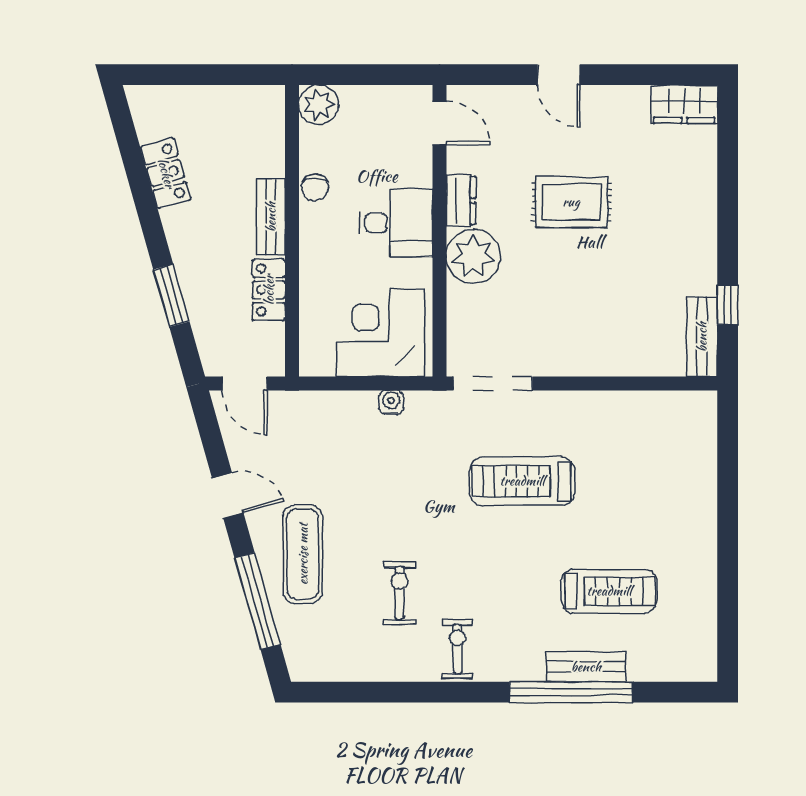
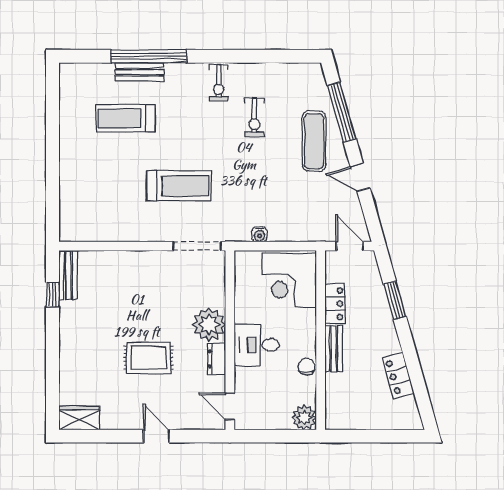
corner desk: (381, 333) -> (289, 280), moved, turned 90

